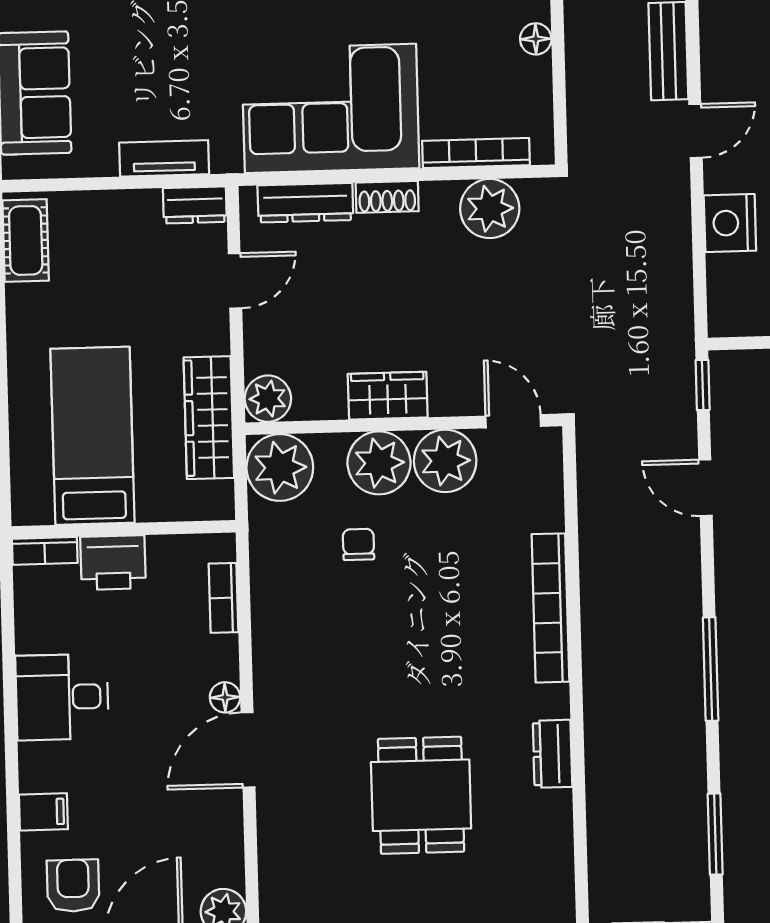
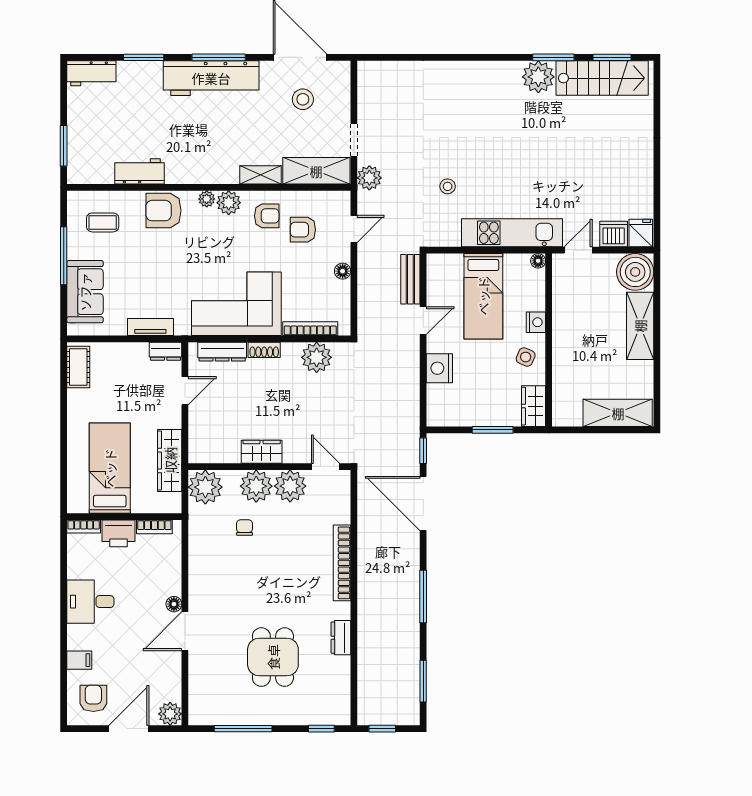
plant: (268, 399) -> (200, 452), removed
door: (705, 488) -> (423, 504), width x1.88
bookcase: (224, 598) -> (154, 527), moved, turned -90

